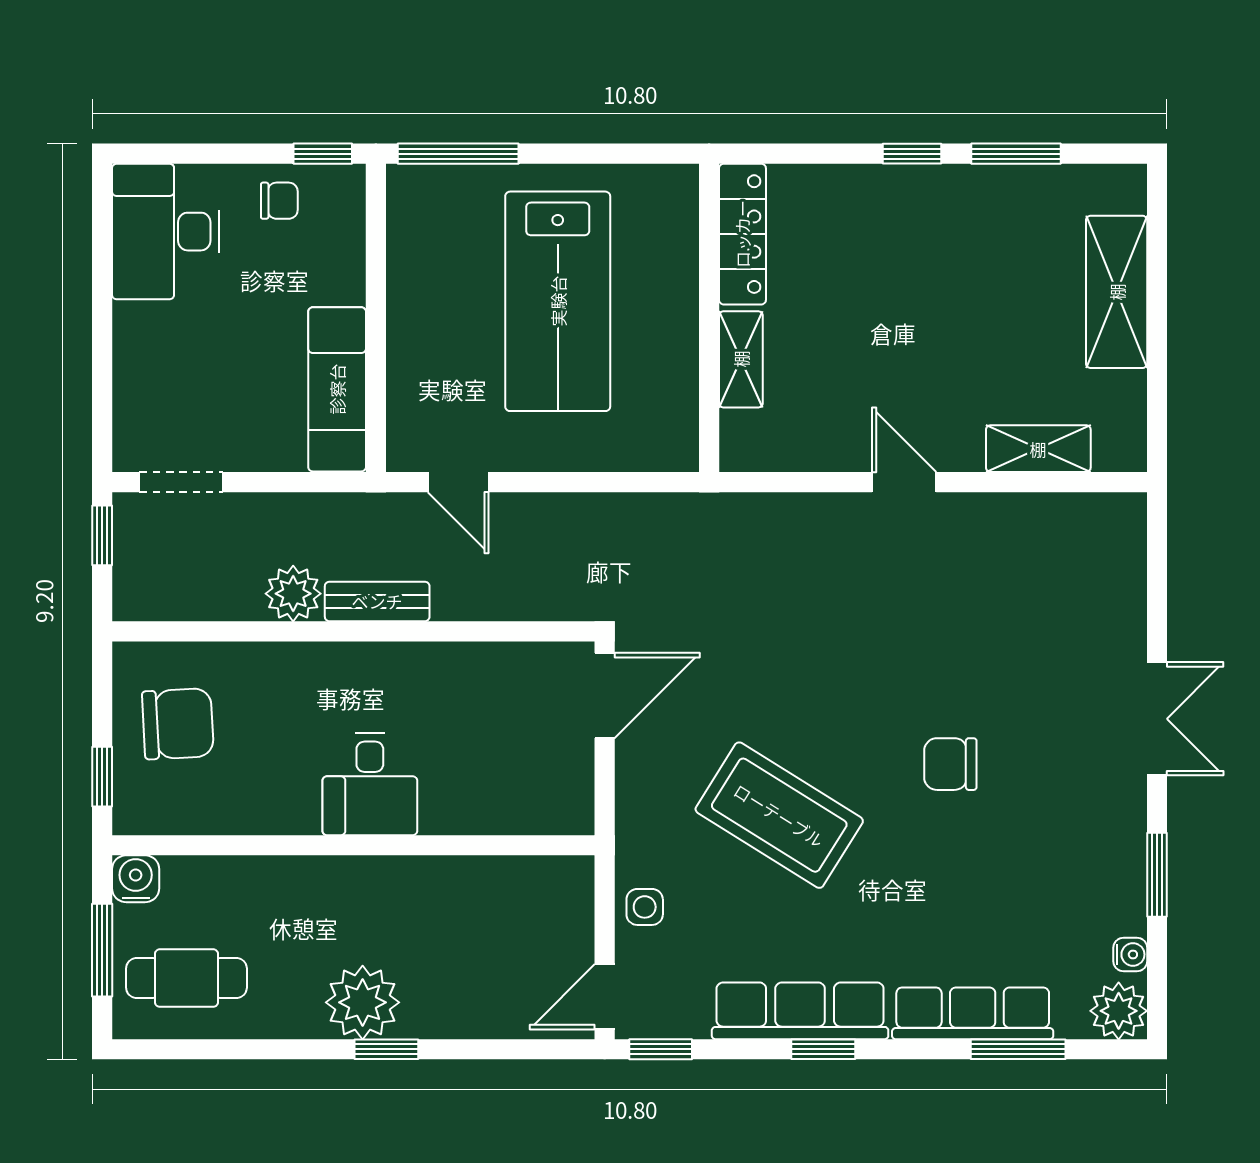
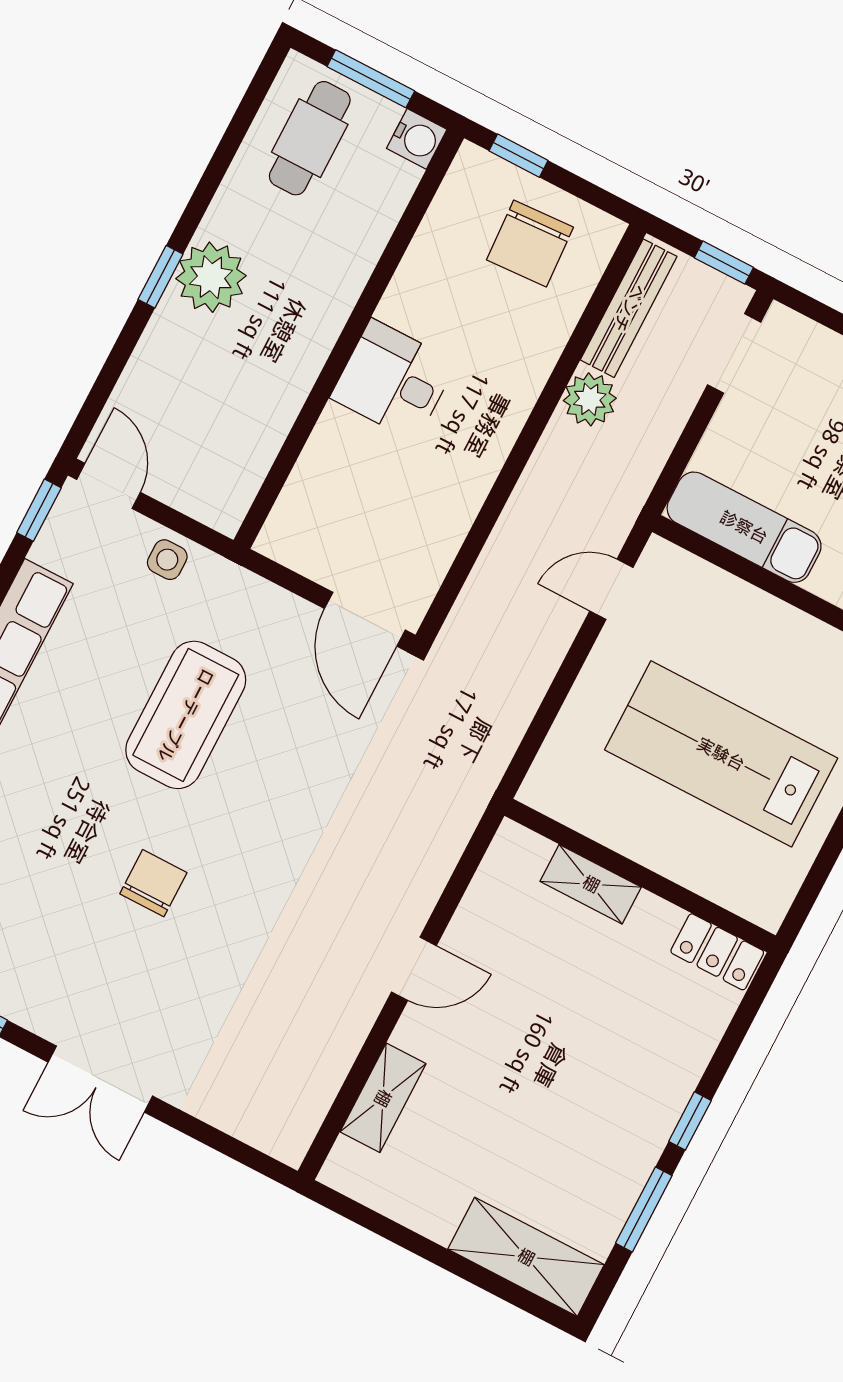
locker: (742, 234) -> (717, 952), width x0.66
shelving: (1117, 292) -> (526, 1257), moved
bench: (377, 601) -> (629, 308), moved, width x1.36
coffee table: (779, 815) -> (186, 715), turned -32

